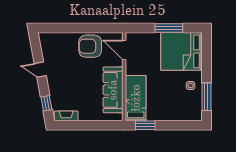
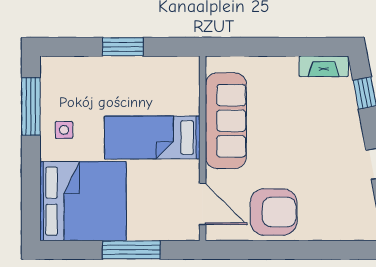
window: (169, 28) -> (131, 250), moved
bed: (136, 98) -> (152, 137), moved, turned 90
window: (145, 125) -> (123, 47), moved

